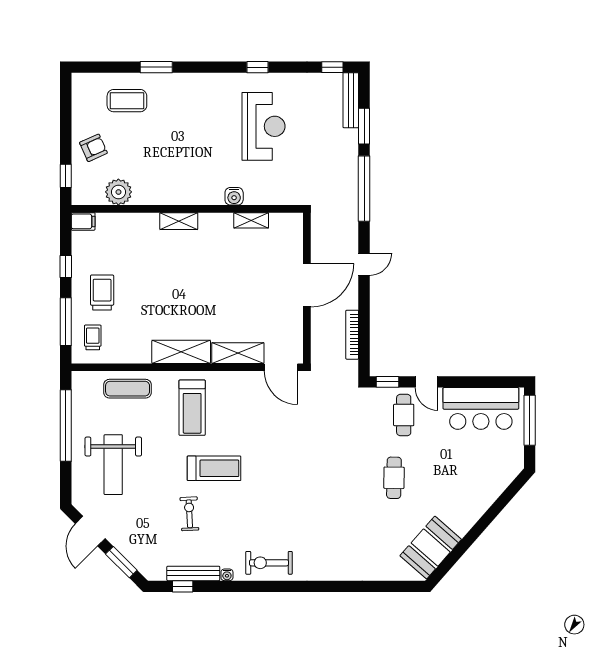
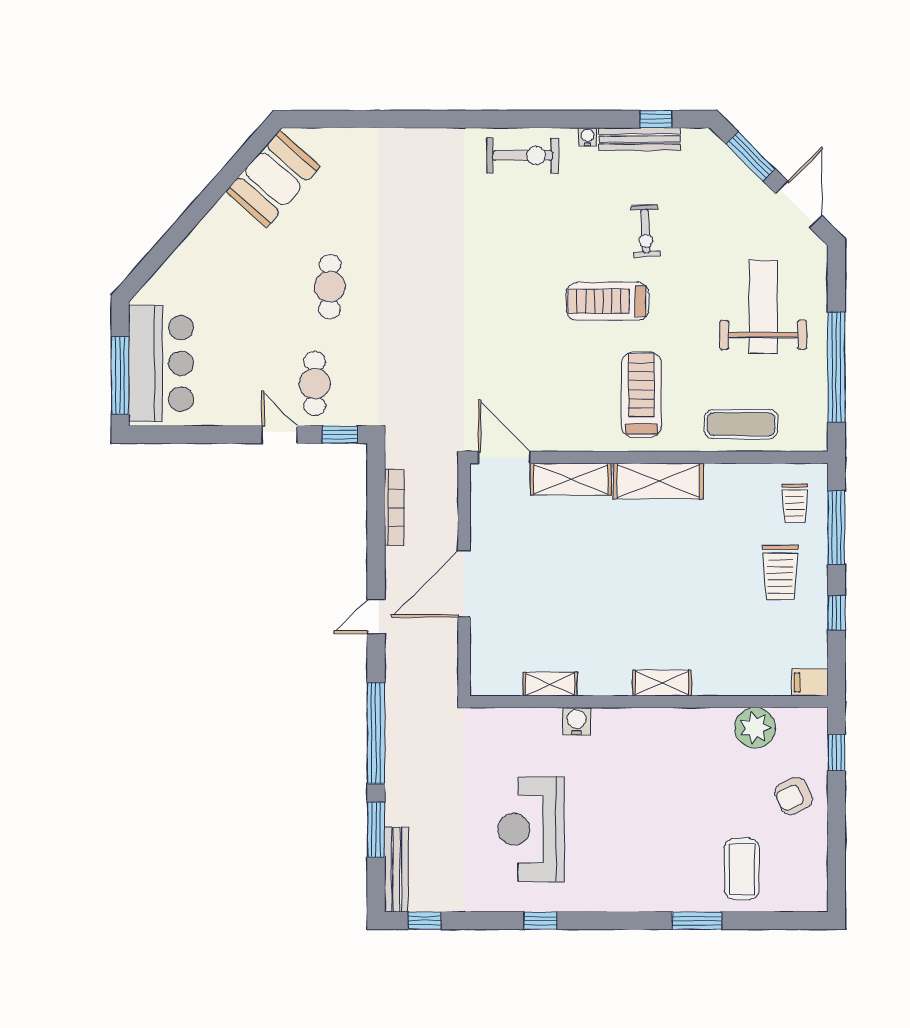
coffee table: (127, 101) -> (742, 869), turned 90
bar counter: (481, 408) -> (161, 363), moved, turned 90

